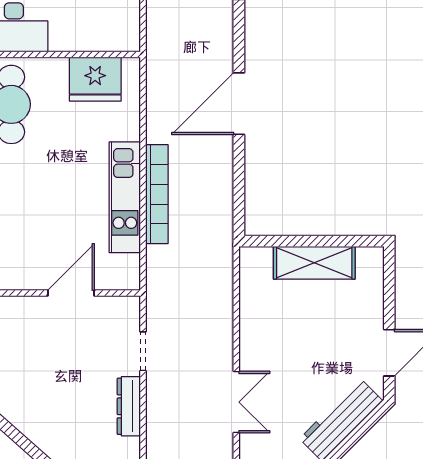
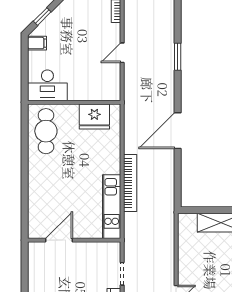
kitchen unit: (125, 197) -> (112, 207), moved
door: (71, 293) -> (59, 240), moved

